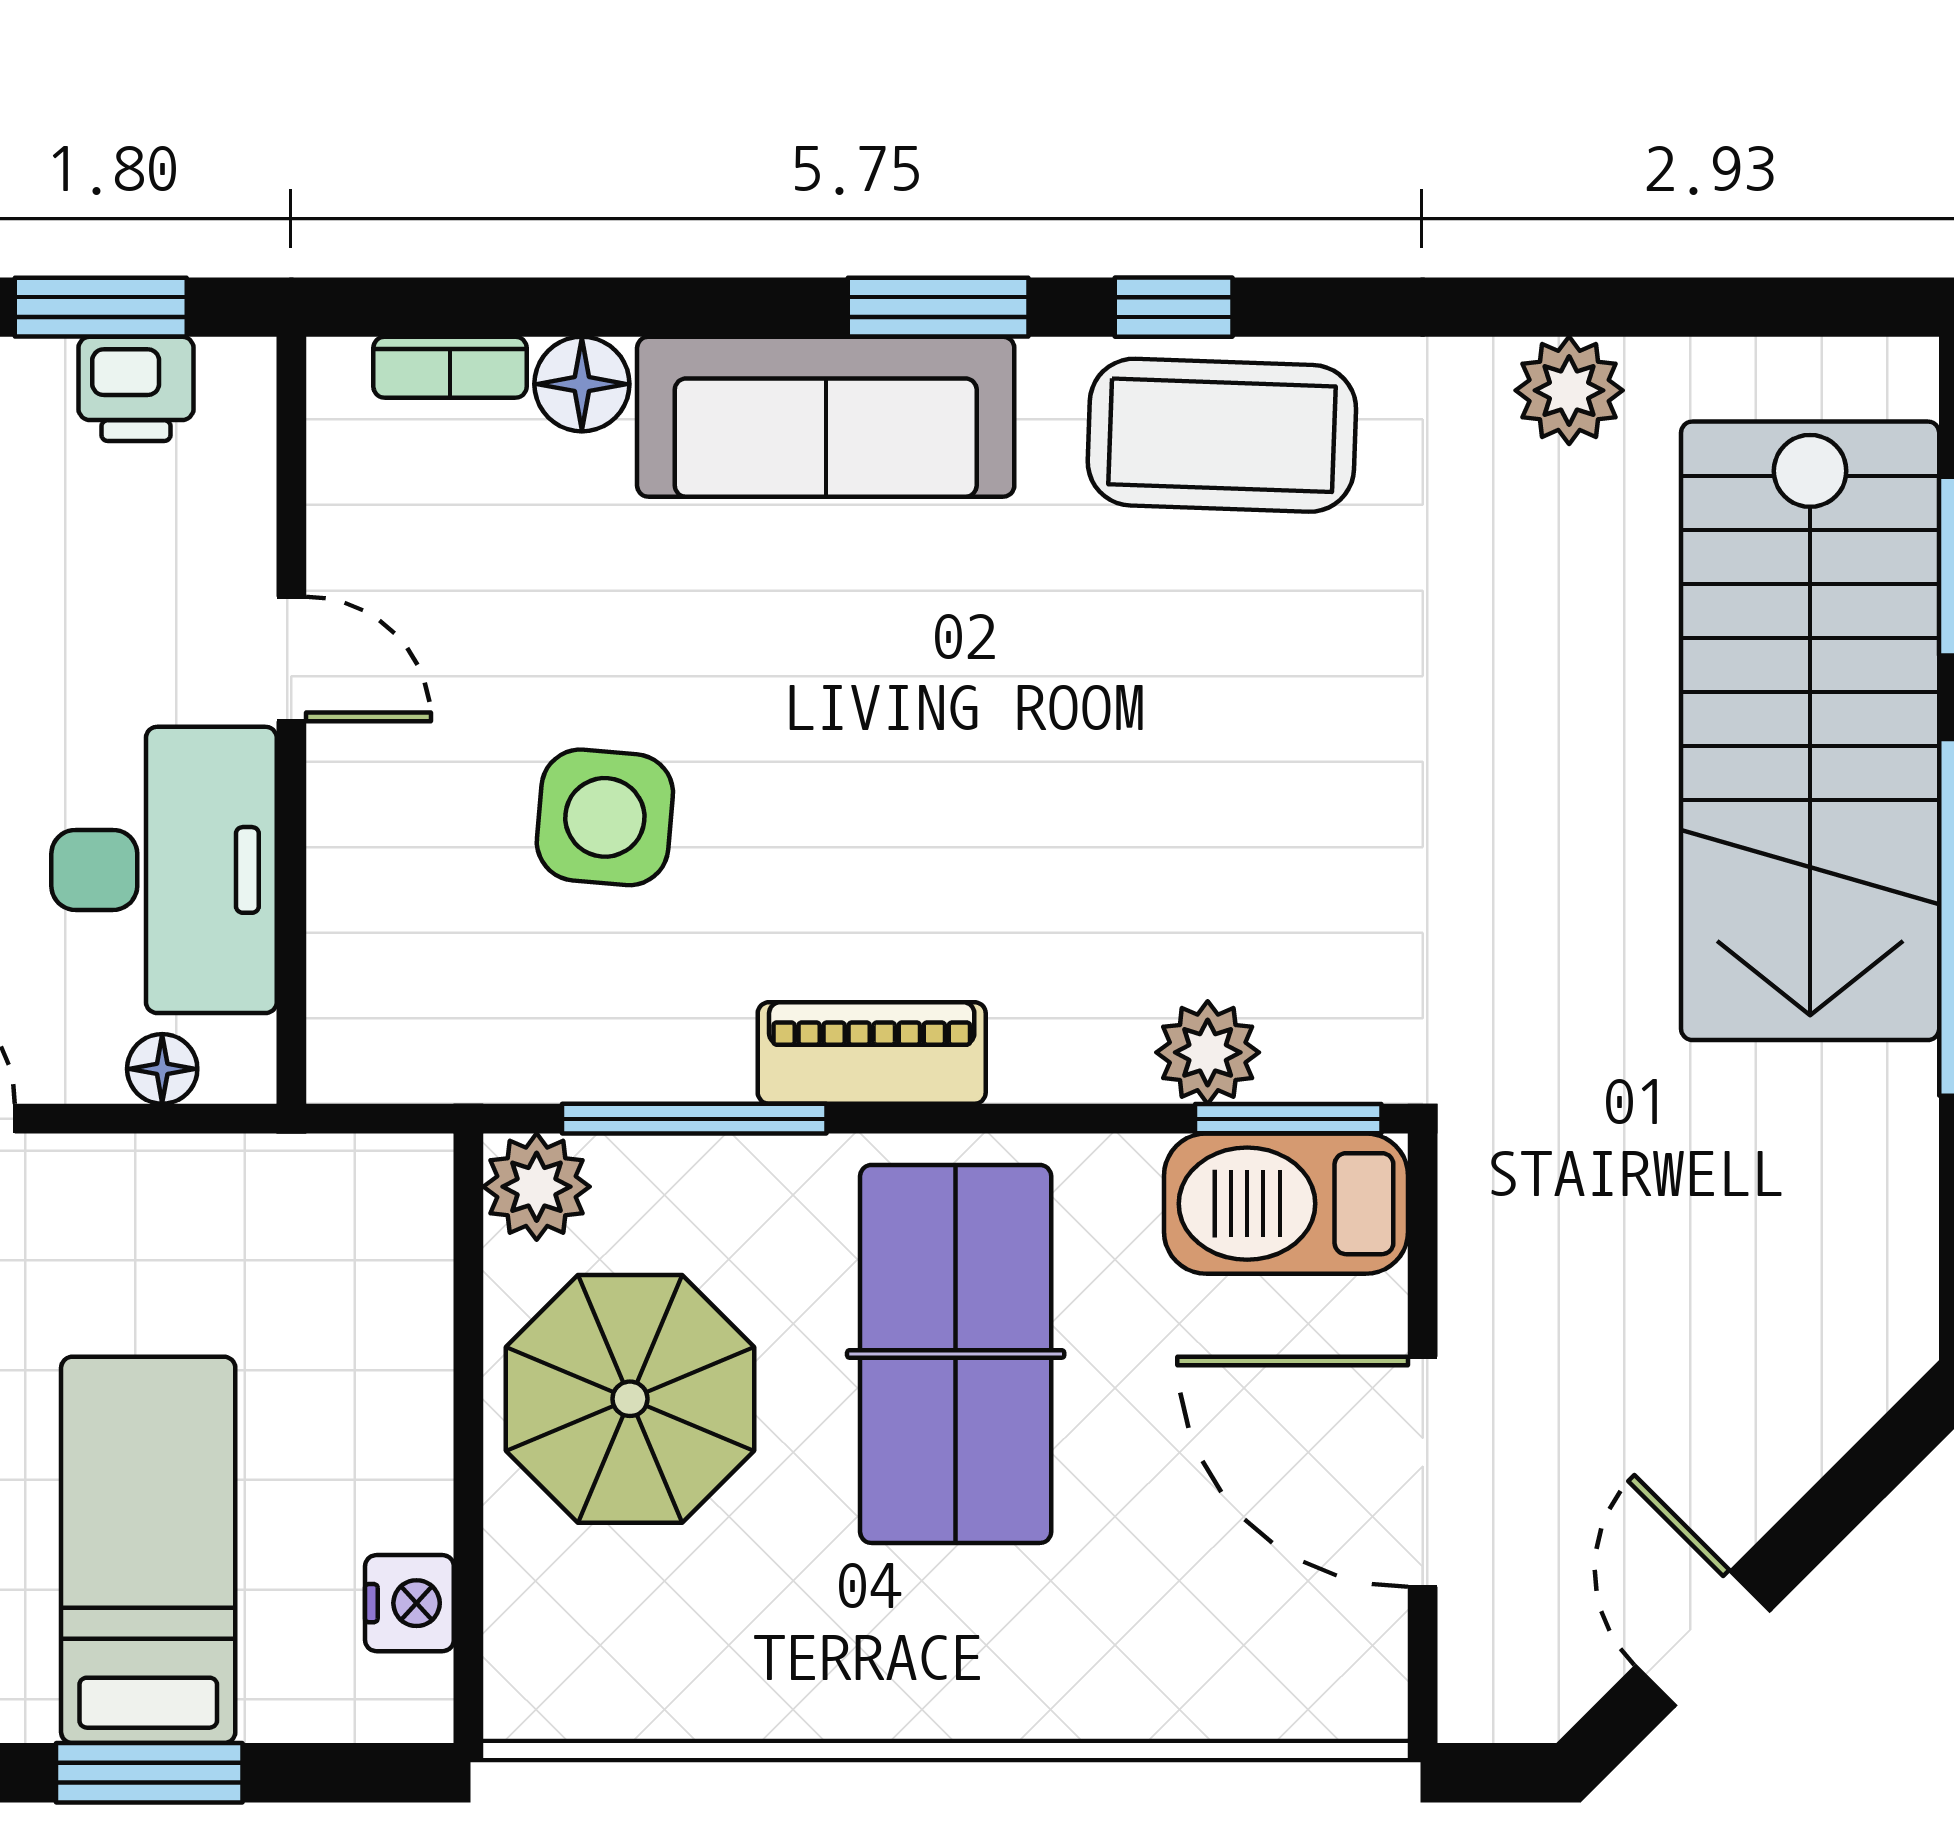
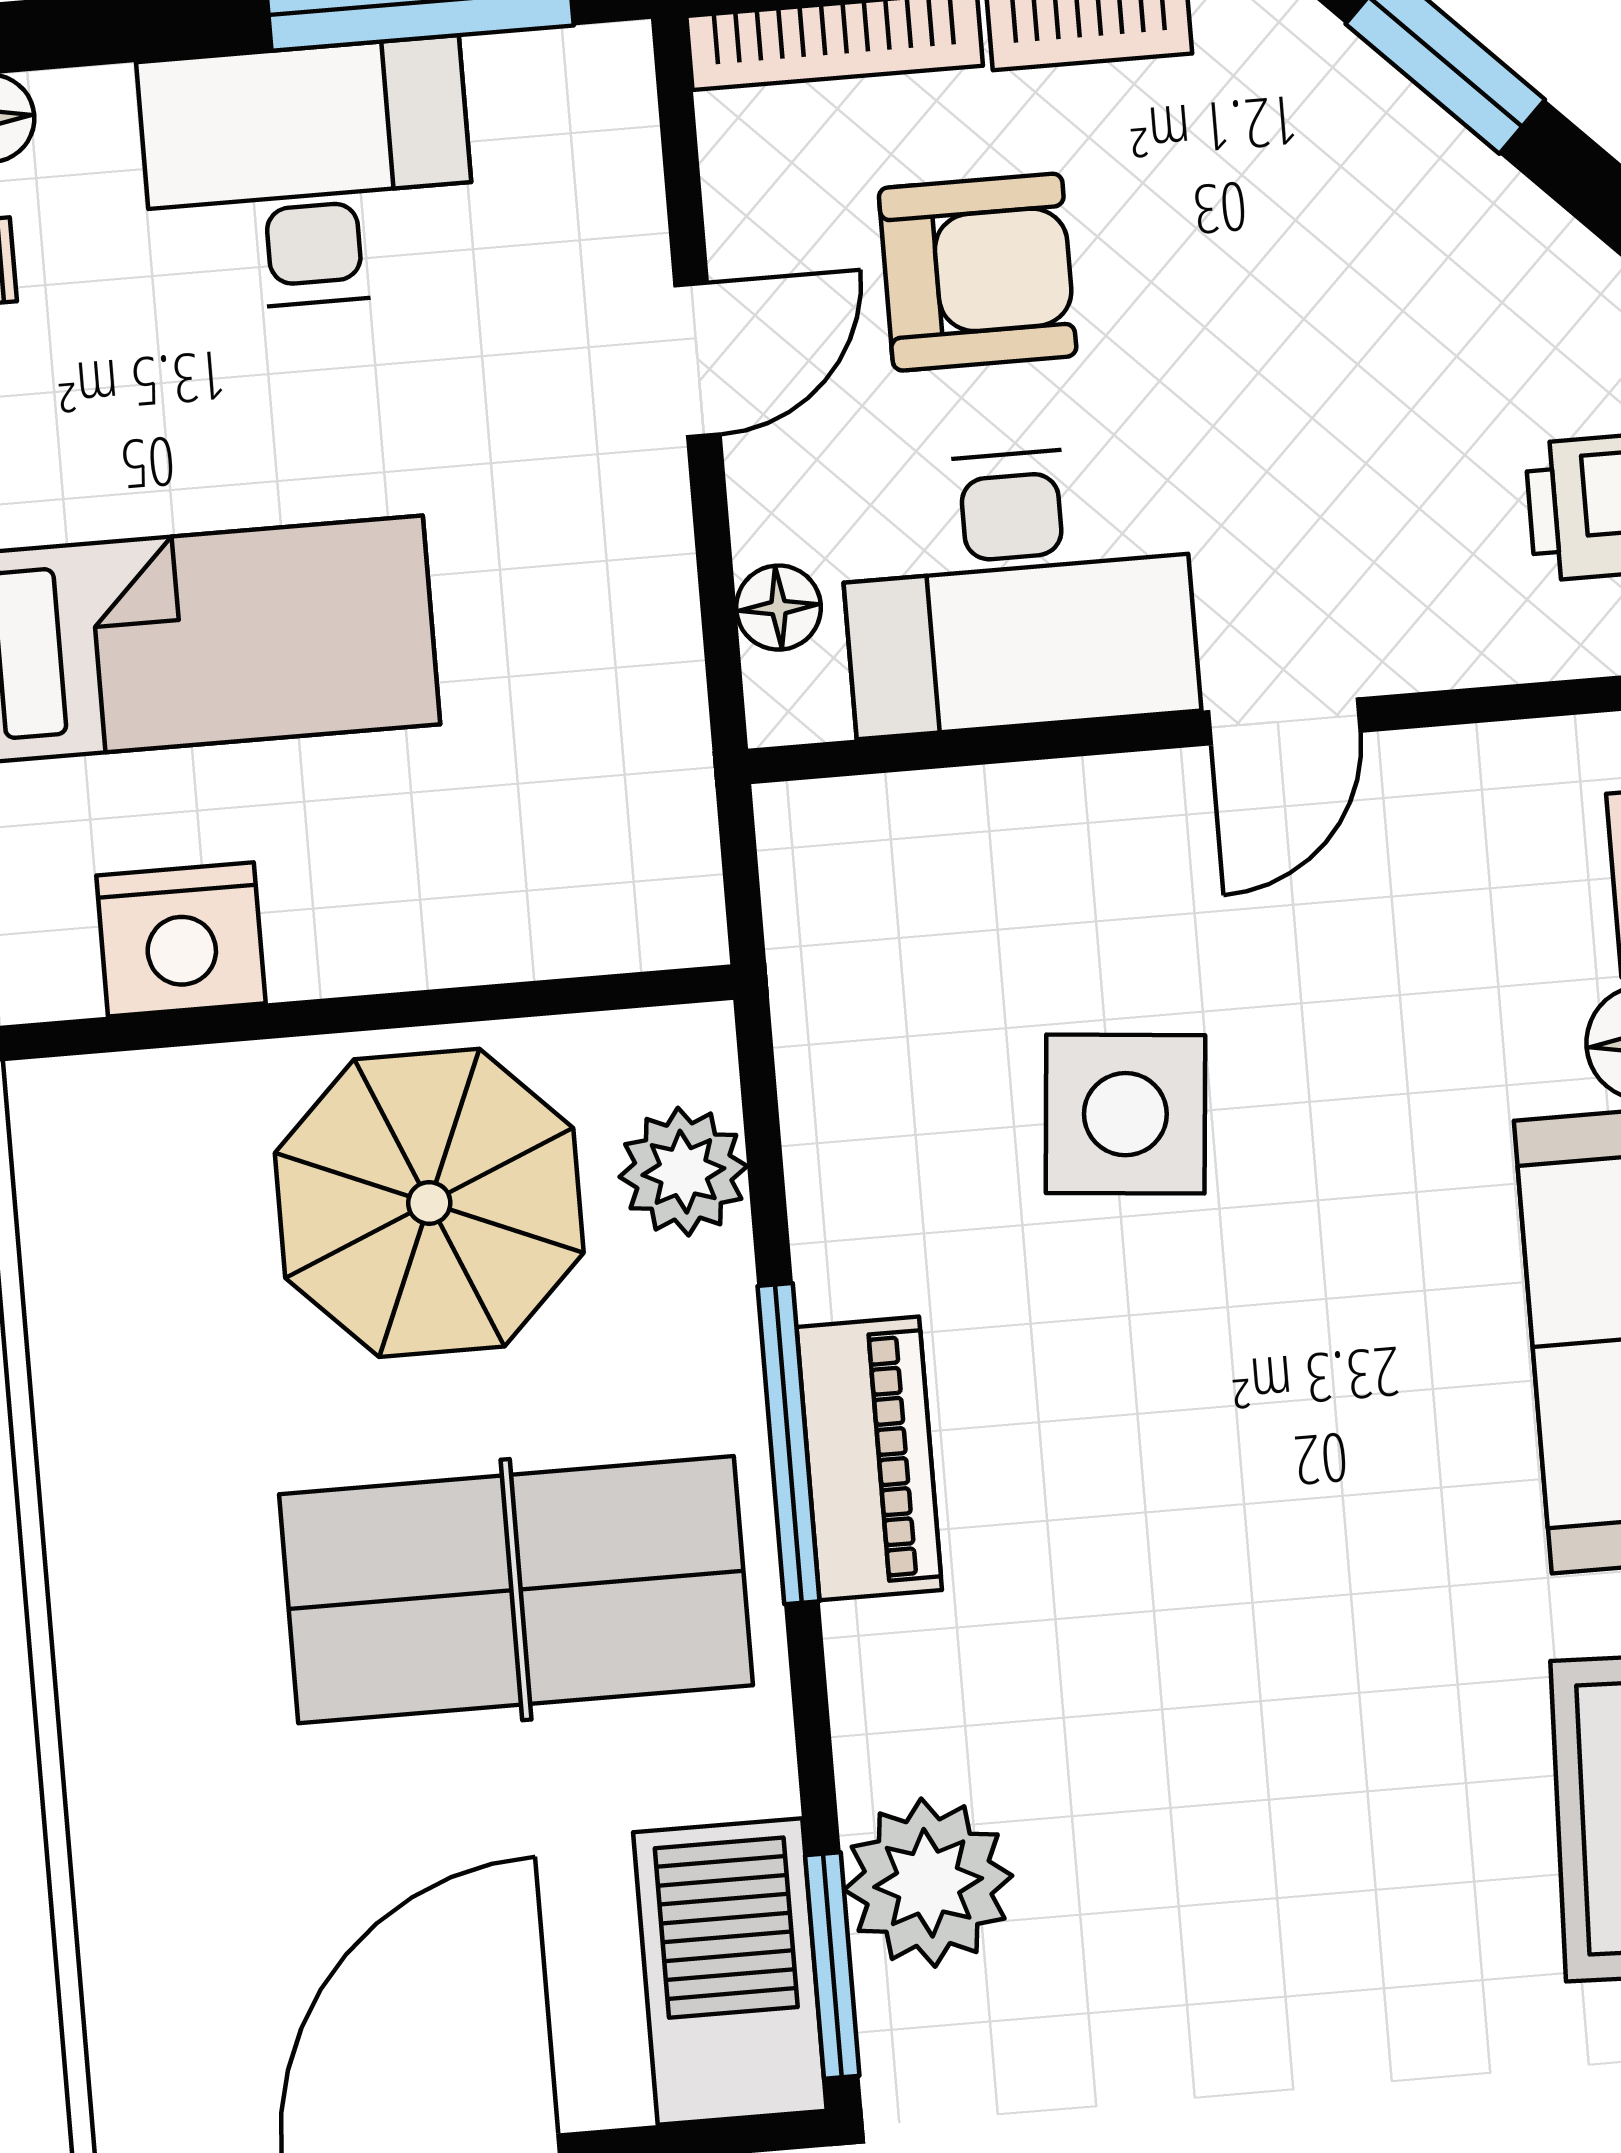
plant: (1208, 1052) -> (928, 1883), width x1.36, depth x1.36
window: (694, 1119) -> (789, 1444), moved
plant: (537, 1187) -> (683, 1172), moved
nightstand: (409, 1603) -> (181, 939), width x1.36, depth x1.33

